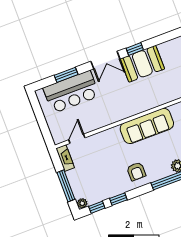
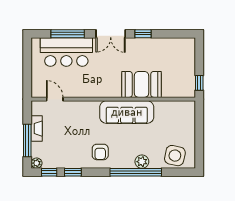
booth: (142, 64) -> (141, 84), moved
window: (66, 75) -> (68, 34), width x1.44
door: (77, 139) -> (55, 99), hinge flipped
fireplace: (65, 158) -> (37, 129), moved

